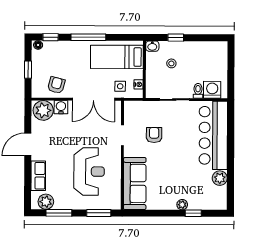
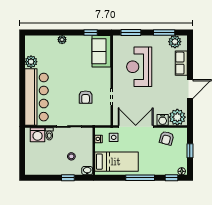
sofa: (135, 183) -> (101, 51), width x0.73
window: (193, 213) -> (91, 33), moved

